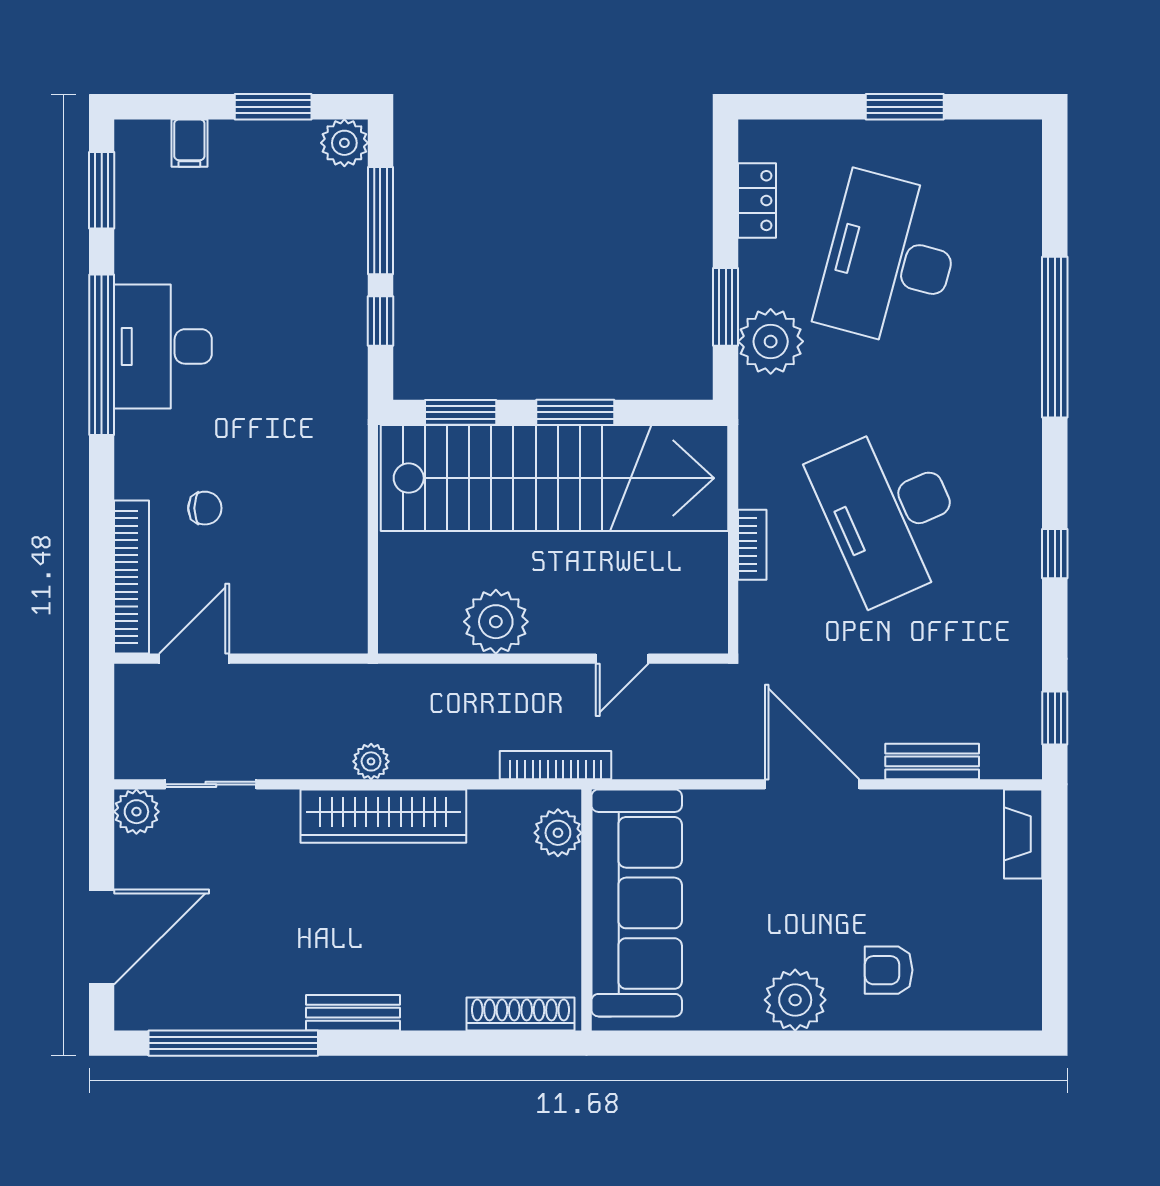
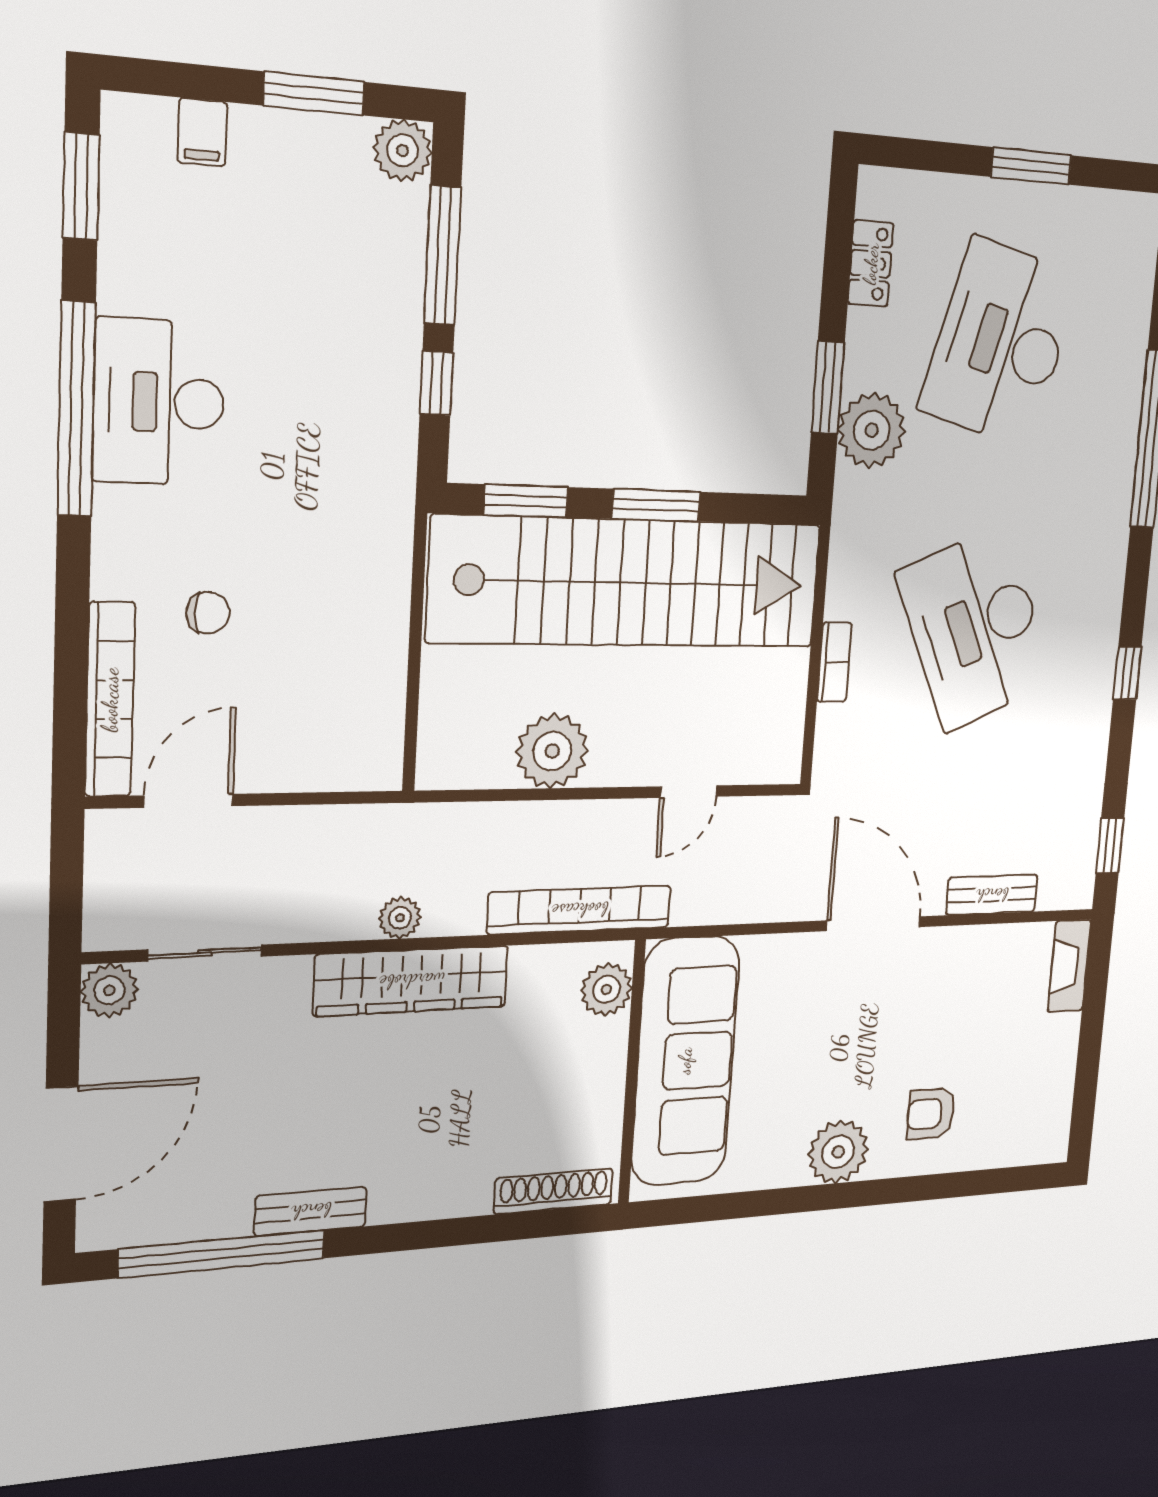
bookcase: (556, 765) -> (580, 910), width x1.48, depth x1.31
bench: (353, 1013) -> (311, 1211), moved

